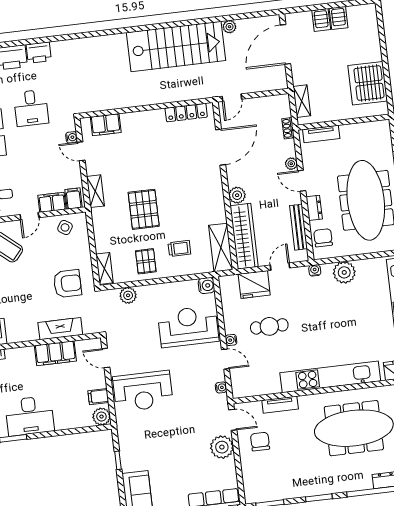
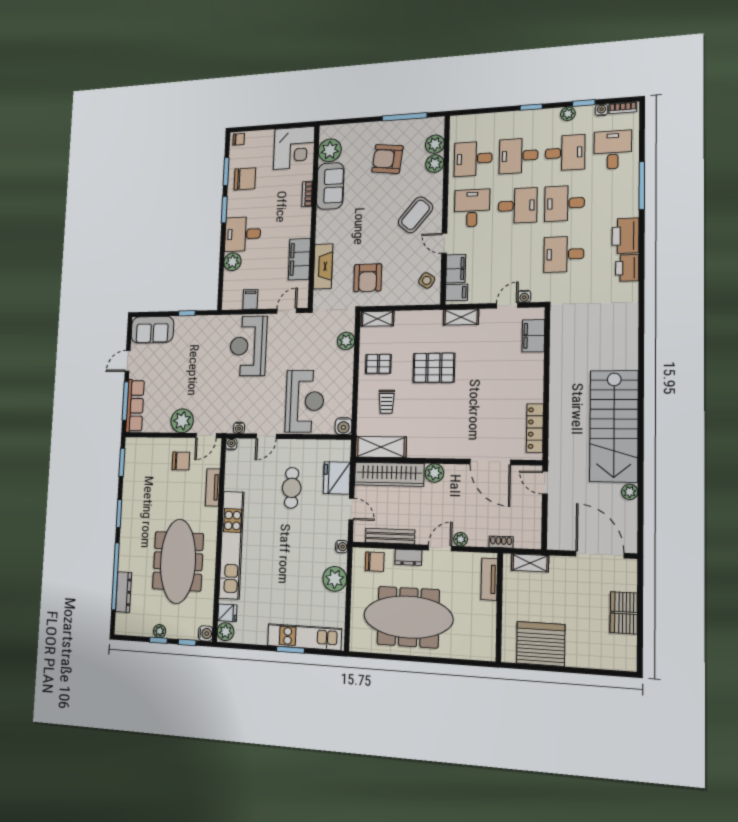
water cooler: (231, 340) -> (231, 444), moved
desk: (30, 416) -> (243, 234), width x0.73
plant: (101, 417) -> (232, 262), moved

